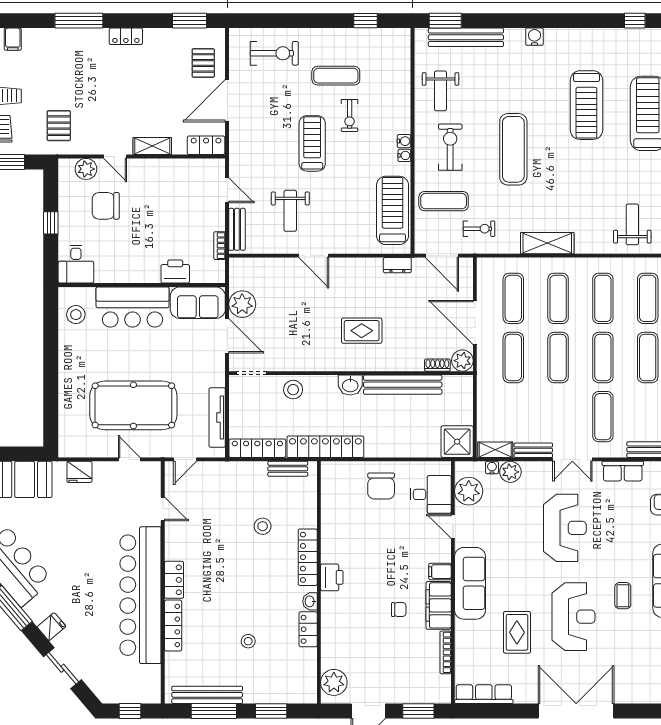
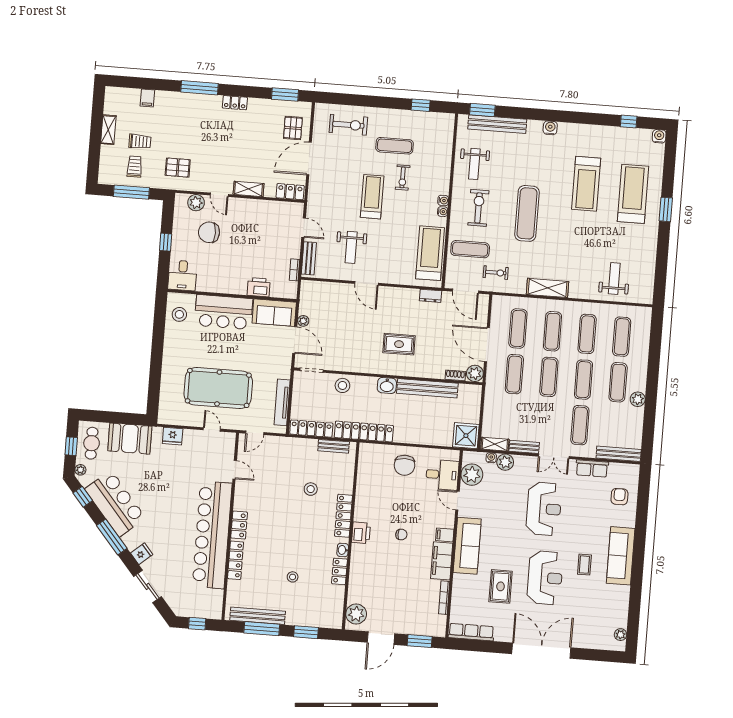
pallet: (59, 126) -> (178, 168), turned 90
plant: (242, 304) -> (303, 321), width x0.53, depth x0.53
chair: (399, 610) -> (401, 535), moved

